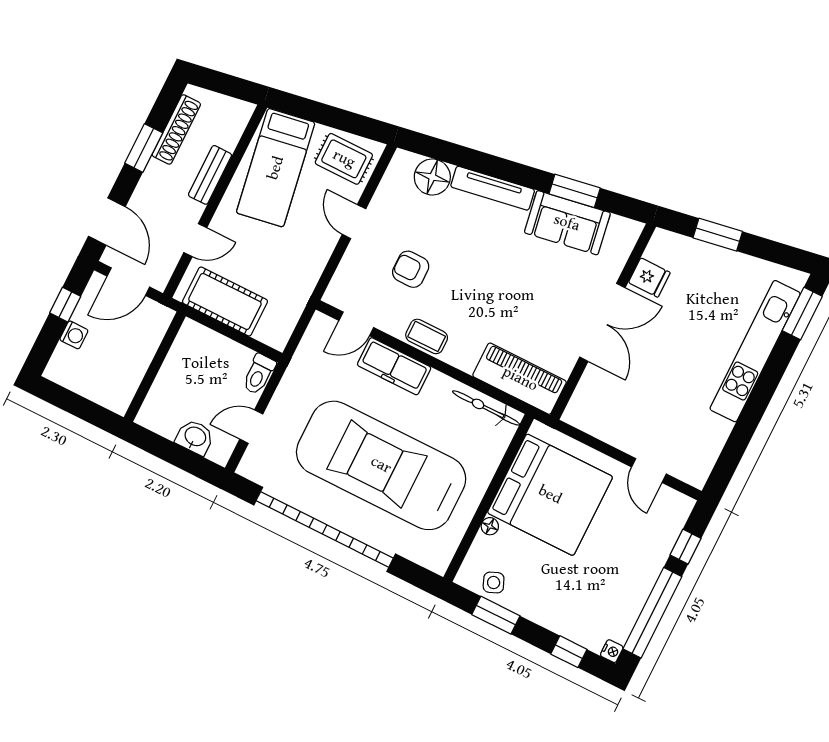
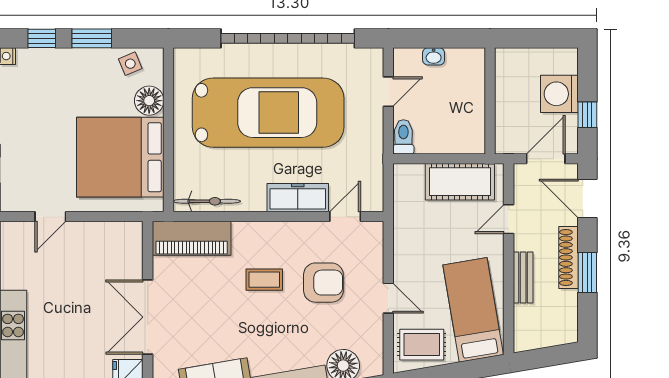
shoe rack: (176, 129) -> (568, 258), moved
armchair: (411, 269) -> (323, 283), width x1.38, depth x1.38
washing machine: (74, 335) -> (559, 94), width x1.89, depth x1.89
coffee table: (427, 336) -> (264, 280), moved
washbasin: (195, 437) -> (434, 56), width x0.72, depth x0.69
door: (649, 470) -> (50, 217), swing flipped
floor lamp: (490, 526) -> (149, 101), width x1.89, depth x1.89
window: (496, 615) -> (92, 38), moved

